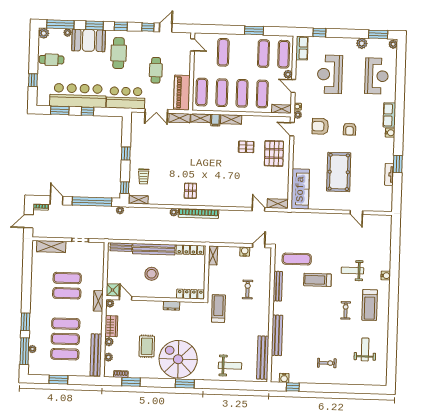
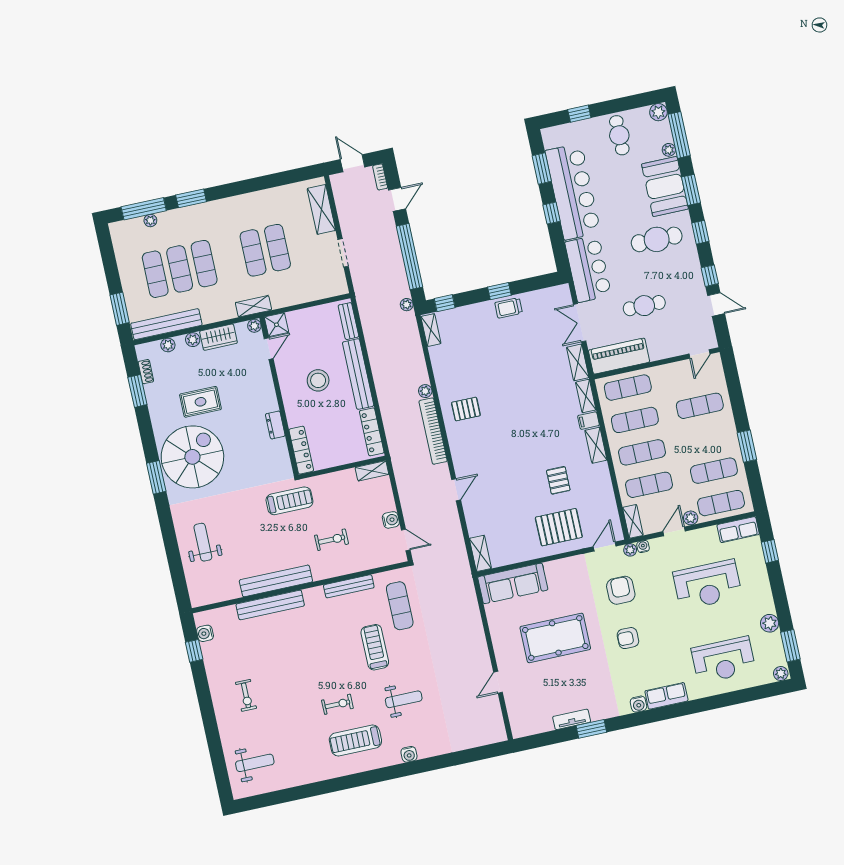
reception desk: (330, 74) -> (707, 585), turned 180
trolley: (144, 176) -> (509, 308), moved
door: (258, 209) -> (456, 490), moved
weight bench: (352, 270) -> (404, 699), turned 90
weight bench: (365, 349) -> (255, 763), moved
bench: (263, 358) -> (276, 581), moved
weight bench: (230, 366) -> (203, 542), turned 180
window: (58, 380) -> (120, 309), moved

